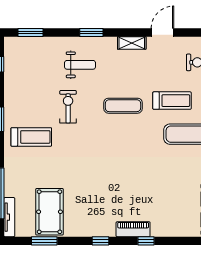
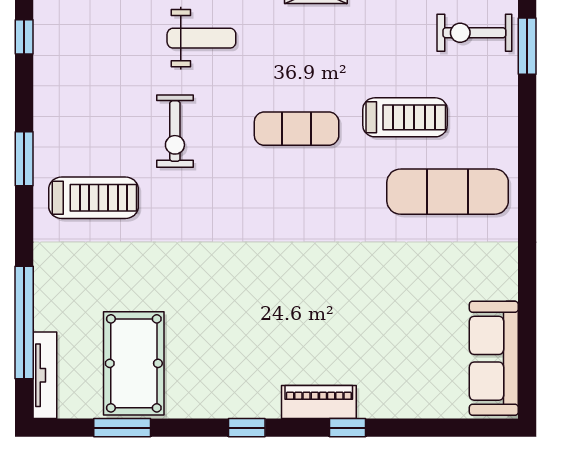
exercise bike: (68, 107) -> (175, 131), turned 180

